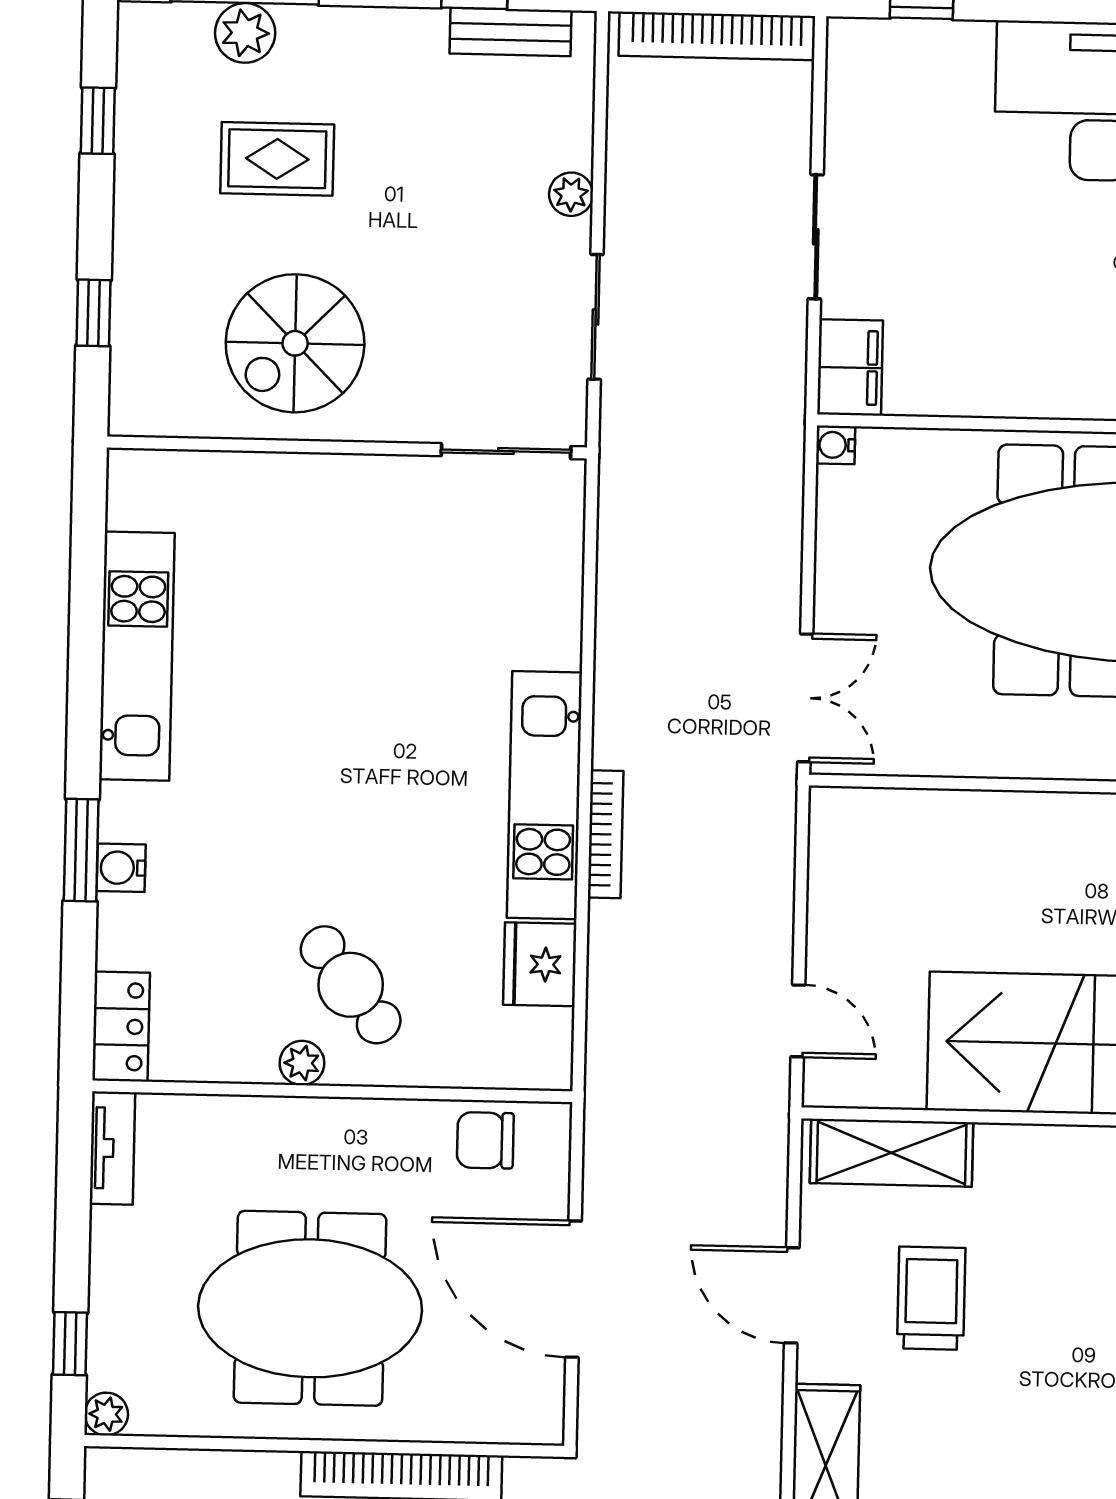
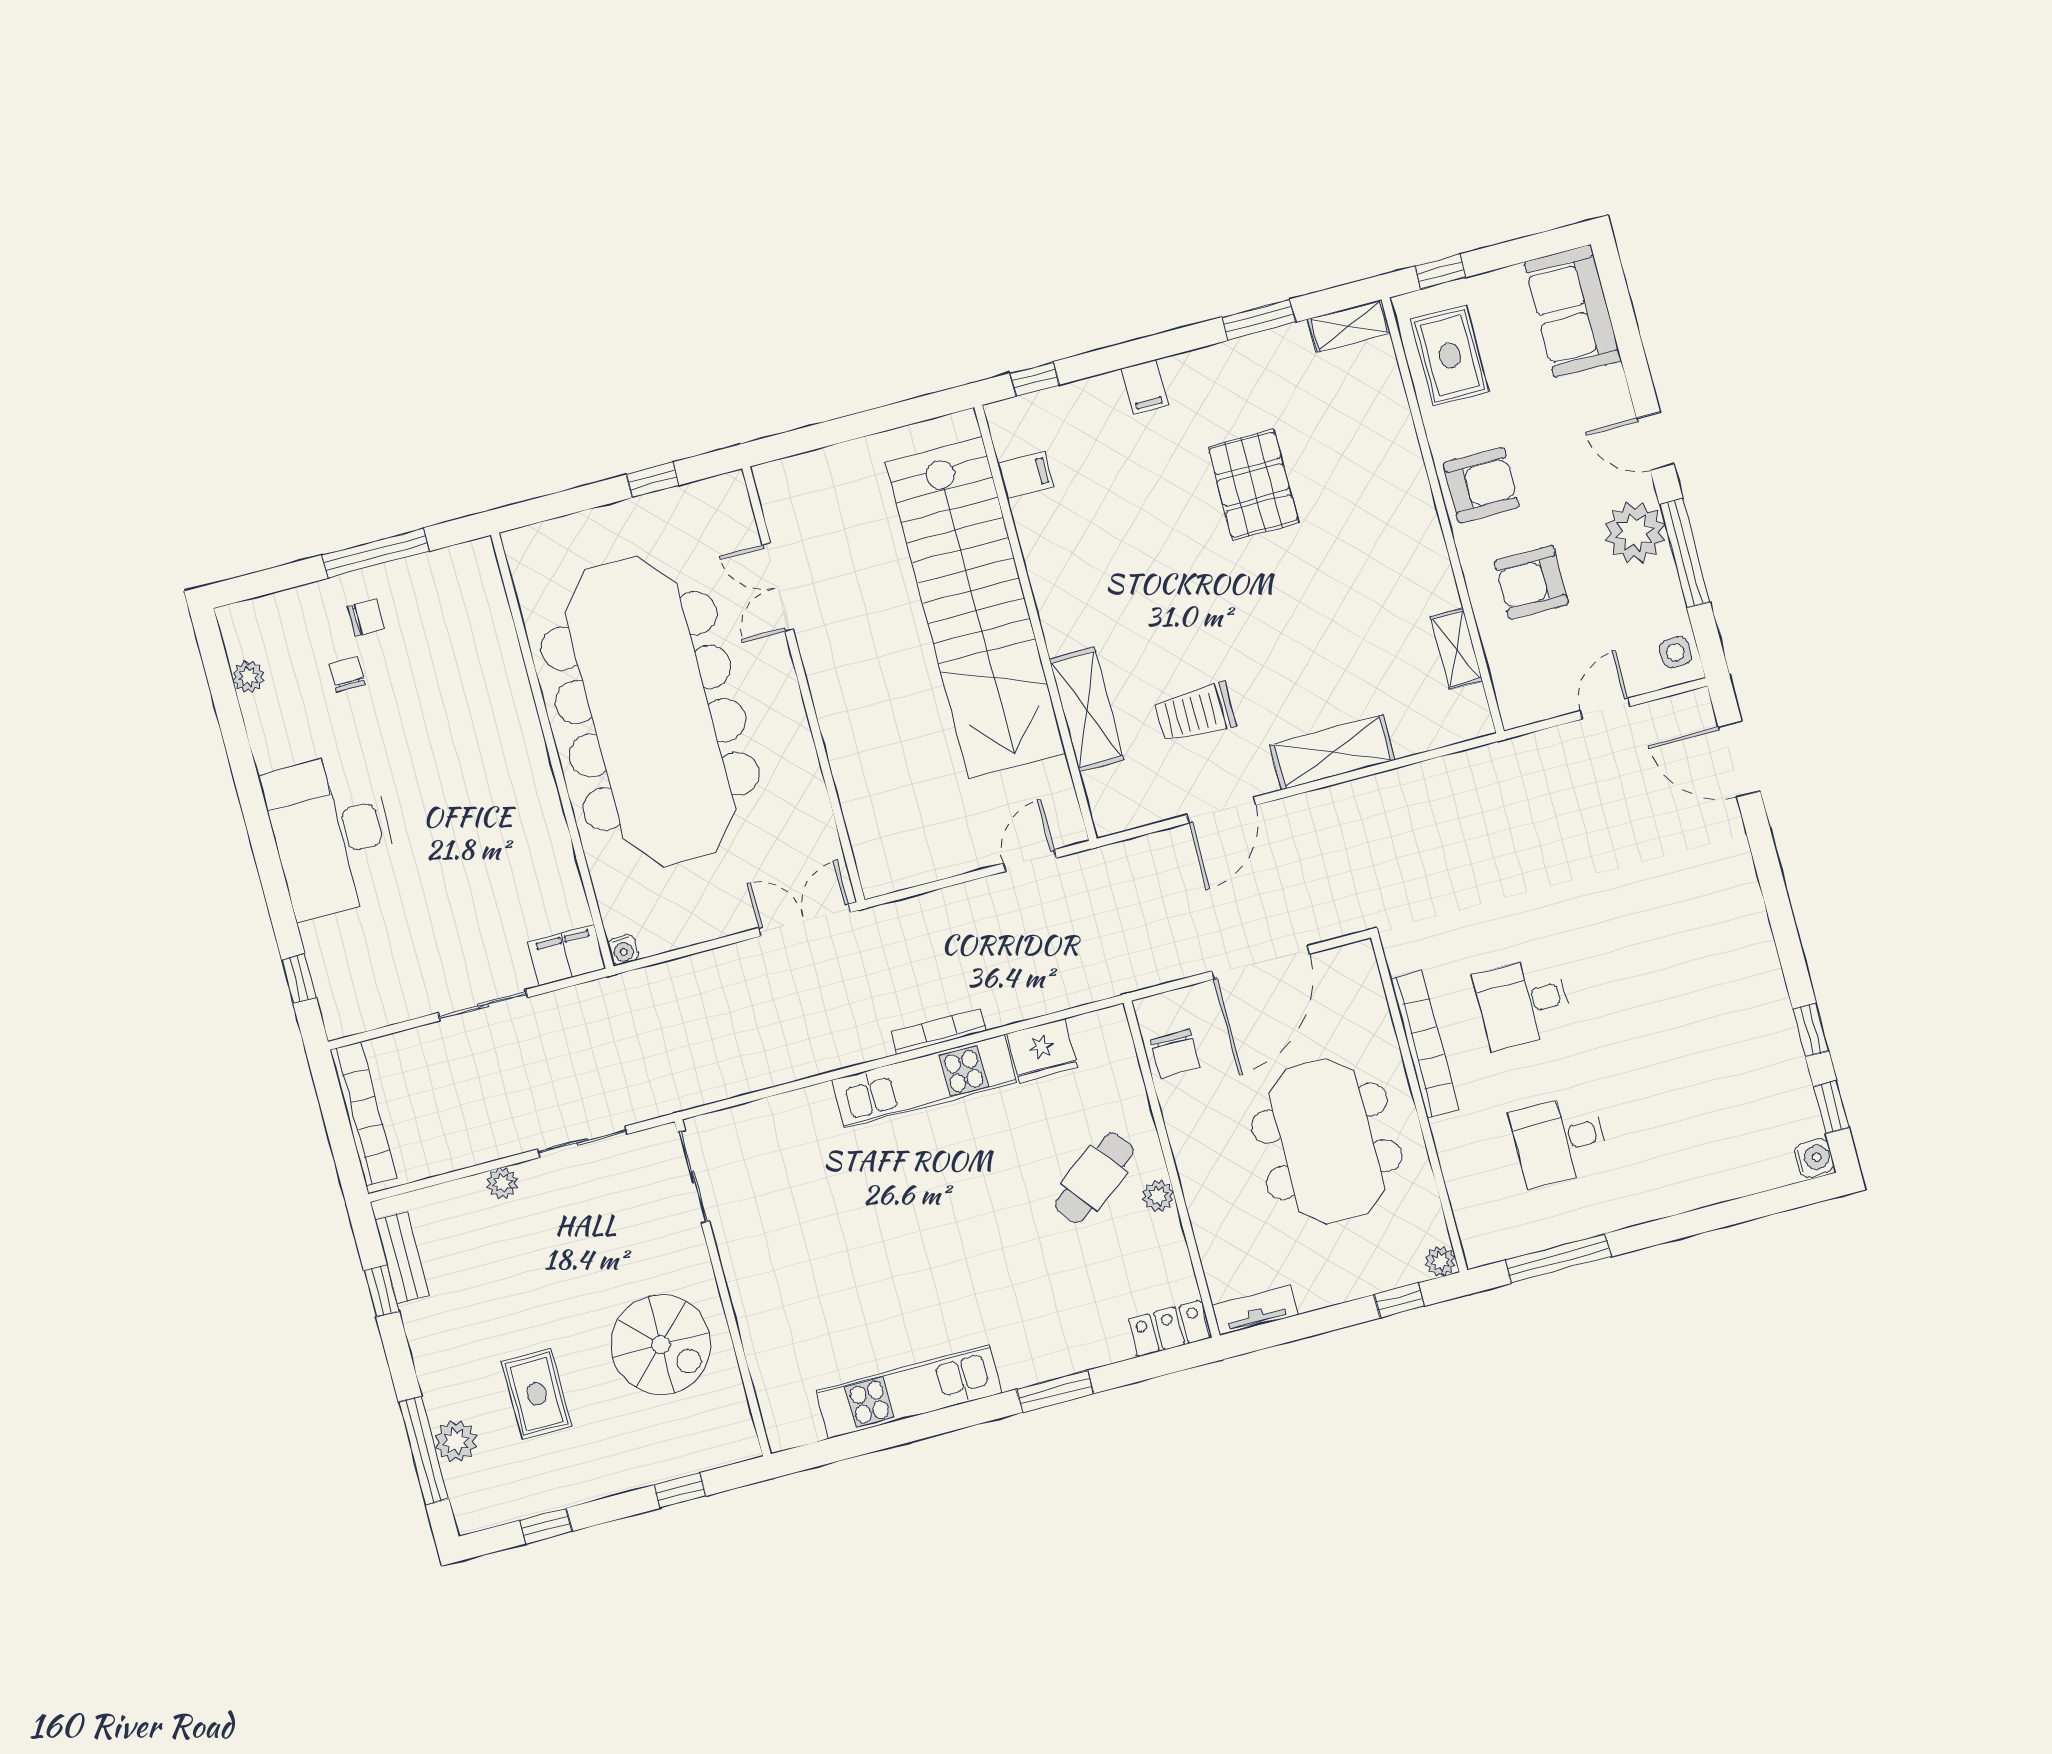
water cooler: (121, 868) -> (1059, 1360), removed
shelving: (891, 1153) -> (1087, 709), moved

